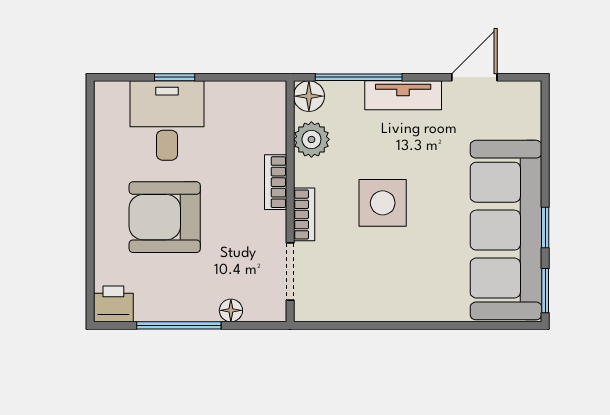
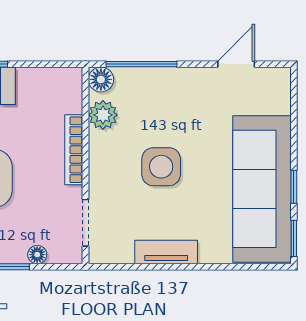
tv unit: (403, 95) -> (166, 252), moved, turned 180
bookcase: (276, 182) -> (74, 150), width x1.56
bookcase: (304, 214) -> (97, 176), removed

